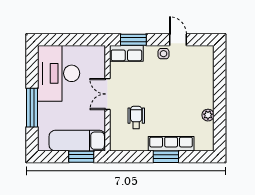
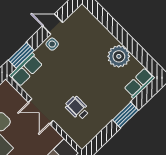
plant: (208, 115) -> (119, 56), width x1.88, depth x1.88
row of seats: (171, 144) -> (139, 83), moved, width x0.68

